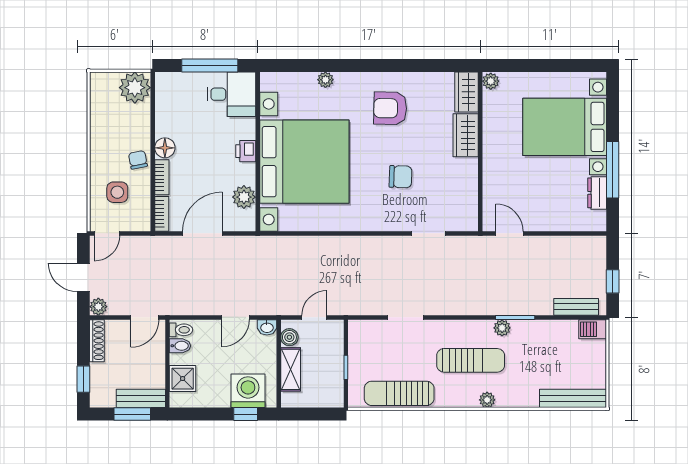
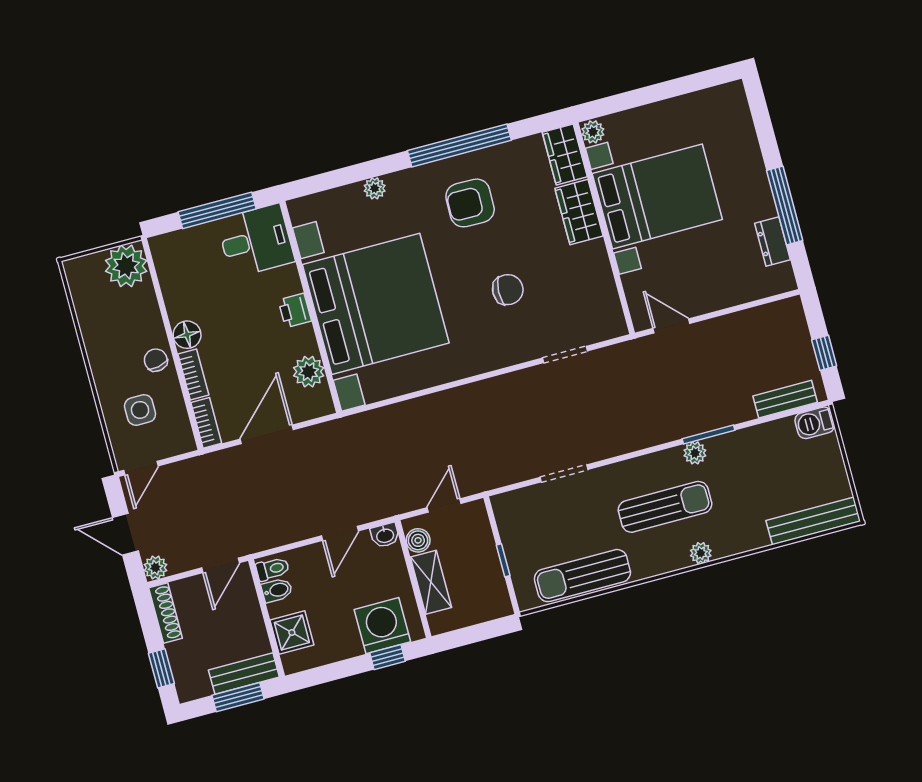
window: (394, 65) -> (459, 145), added
bed with nightstands: (565, 127) -> (657, 196), moved, turned 180

